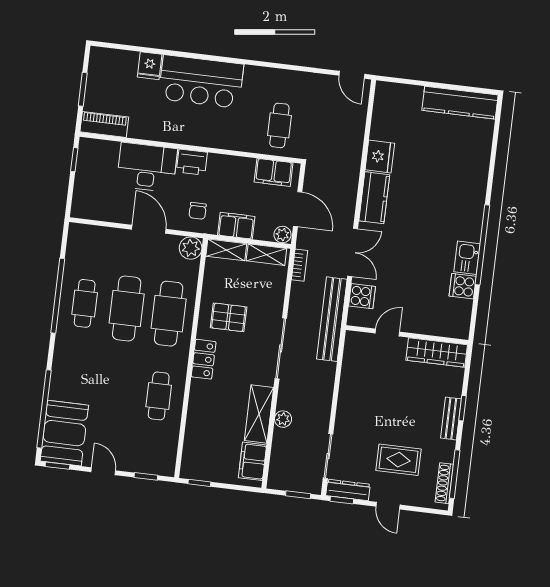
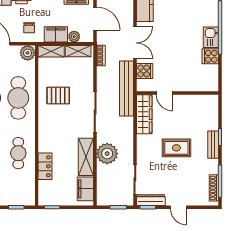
plant: (282, 235) -> (74, 37), moved
door: (387, 333) -> (164, 93), swing flipped
wardrobe: (437, 352) -> (144, 114), moved, turned -90
locker: (204, 359) -> (45, 166), moved
plant: (283, 419) -> (107, 154), width x1.87, depth x1.87
rug: (399, 460) -> (176, 148), moved

